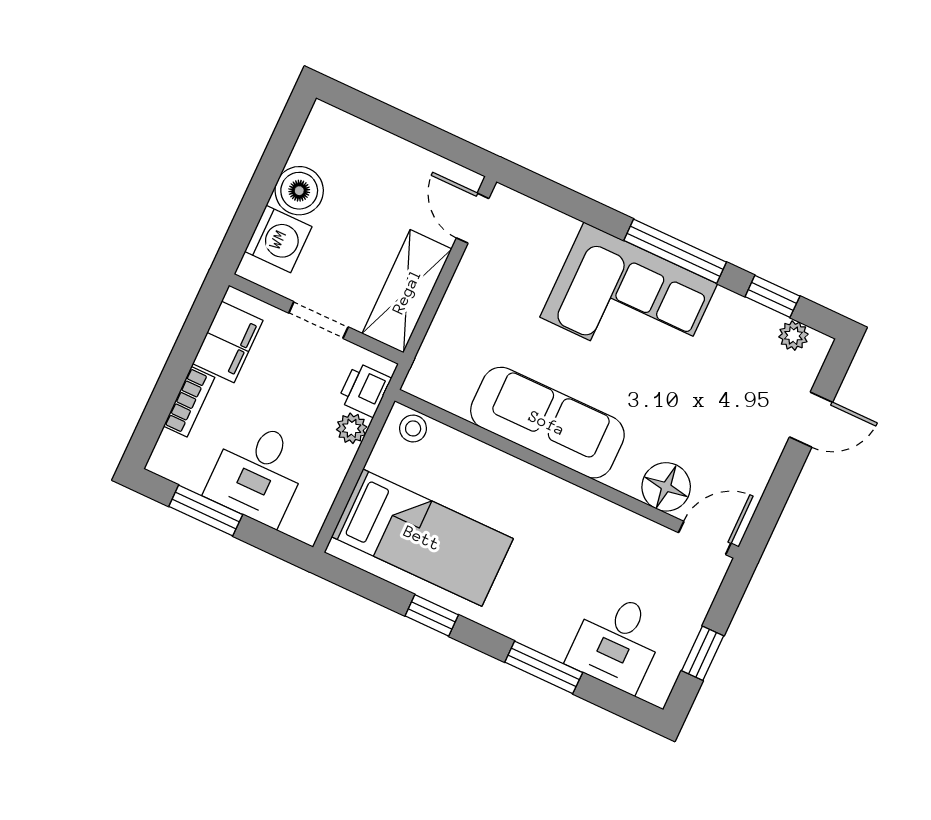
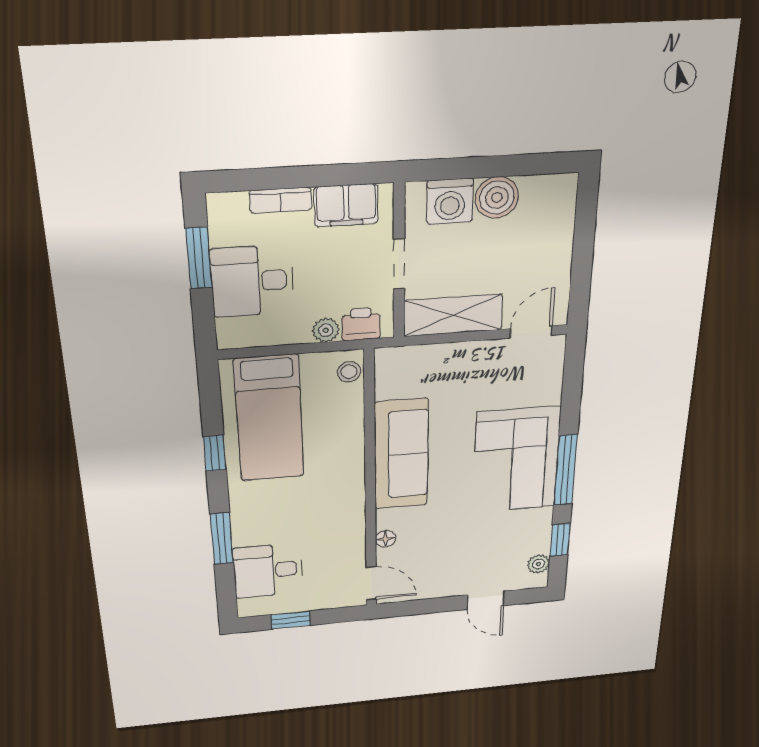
floor lamp: (666, 487) -> (386, 539), width x0.53, depth x0.53

